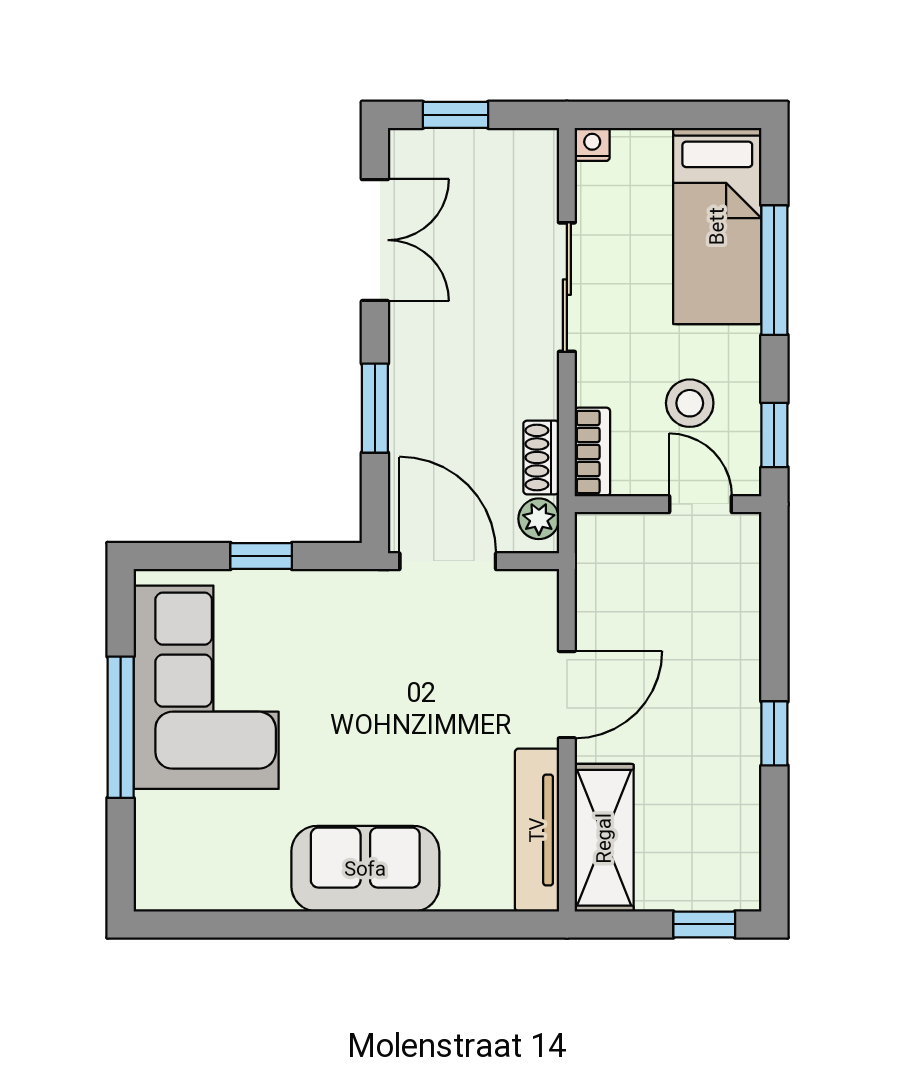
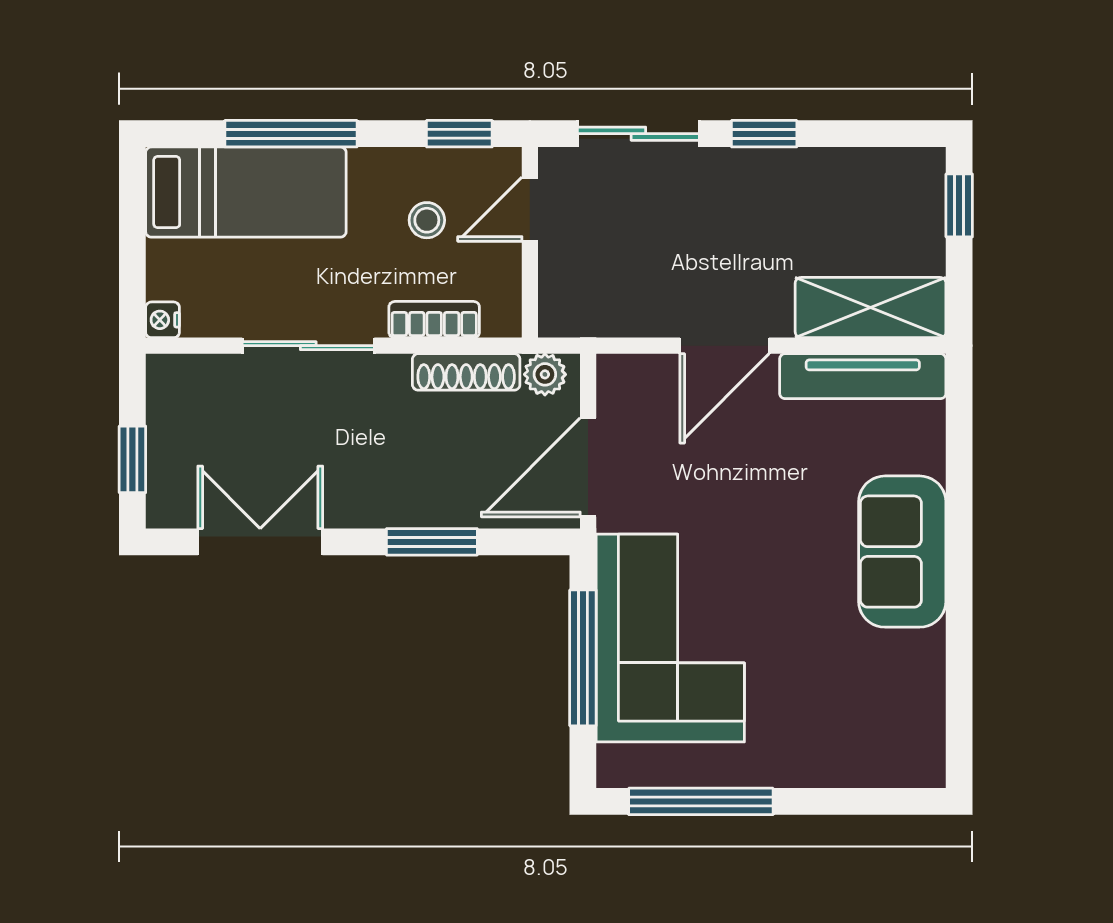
stool: (690, 403) -> (427, 220), width x0.73, depth x0.73
bookcase: (592, 452) -> (434, 320), moved
shoe rack: (541, 457) -> (466, 372), width x1.43
window: (261, 556) -> (583, 658), width x2.17
sliding door: (774, 610) -> (638, 134), added
corner sofa: (206, 687) -> (670, 638), moved, turned 90
door: (567, 695) -> (724, 346), swing flipped
window: (121, 727) -> (701, 801), moved

